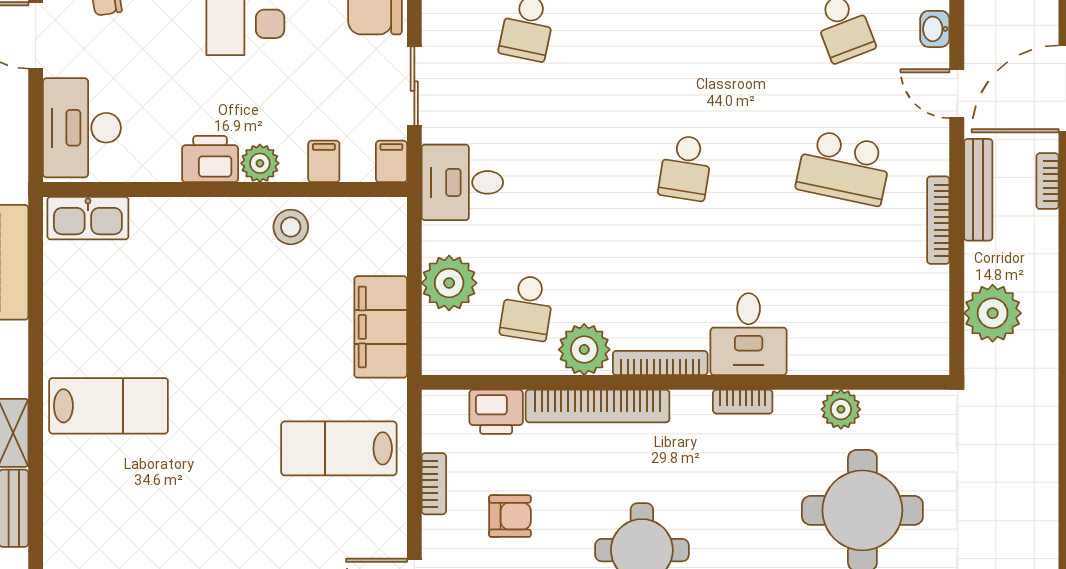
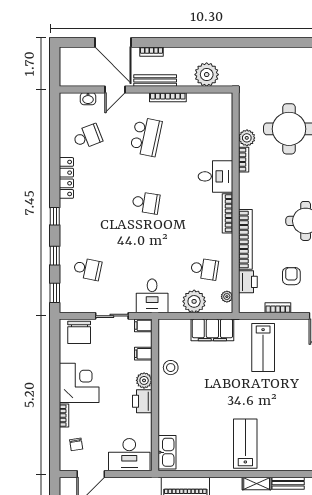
plant: (584, 350) -> (227, 297), moved, width x0.53, depth x0.53
bookcase: (743, 402) -> (244, 160), moved

